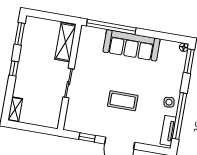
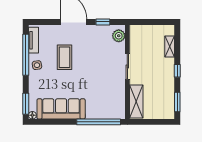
sofa: (132, 45) -> (61, 109), moved
coffee table: (123, 101) -> (64, 57), moved, turned 90
shelving: (15, 109) -> (170, 47), moved
plant: (72, 119) -> (119, 36), added

